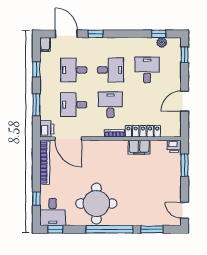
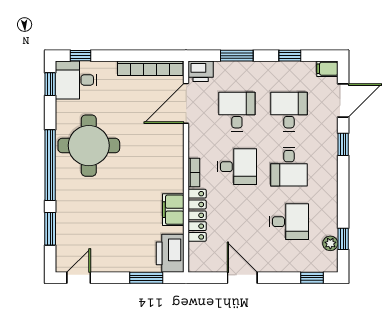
printer: (174, 146) -> (170, 253), width x1.87, depth x1.48
window: (36, 199) -> (80, 56), moved

